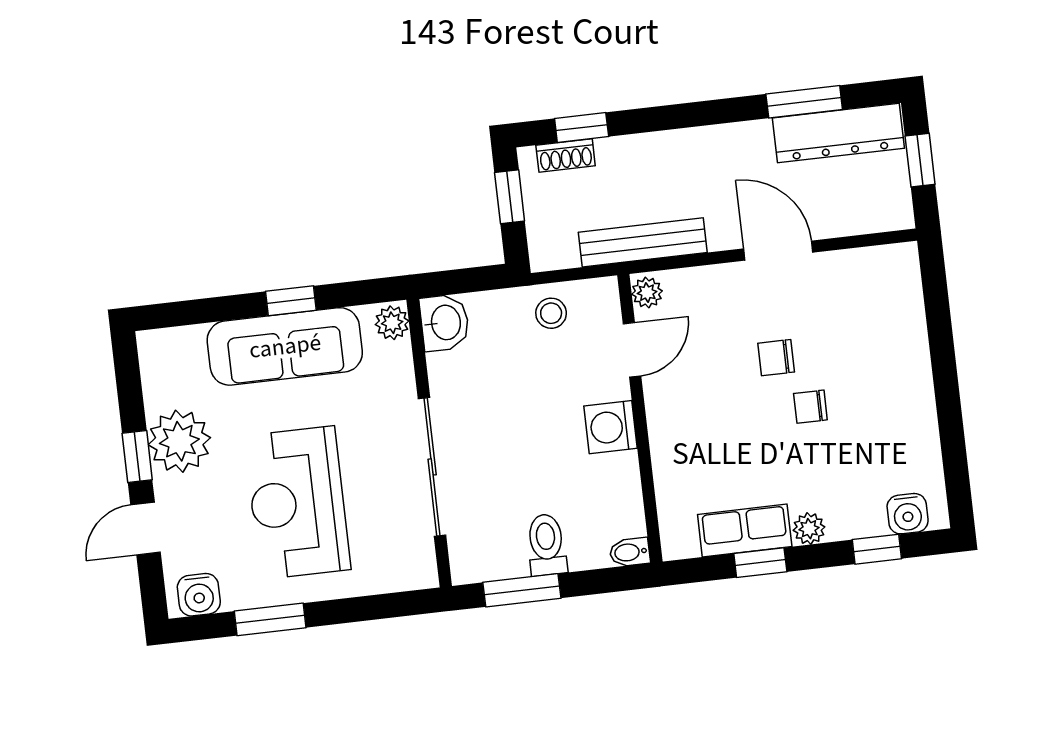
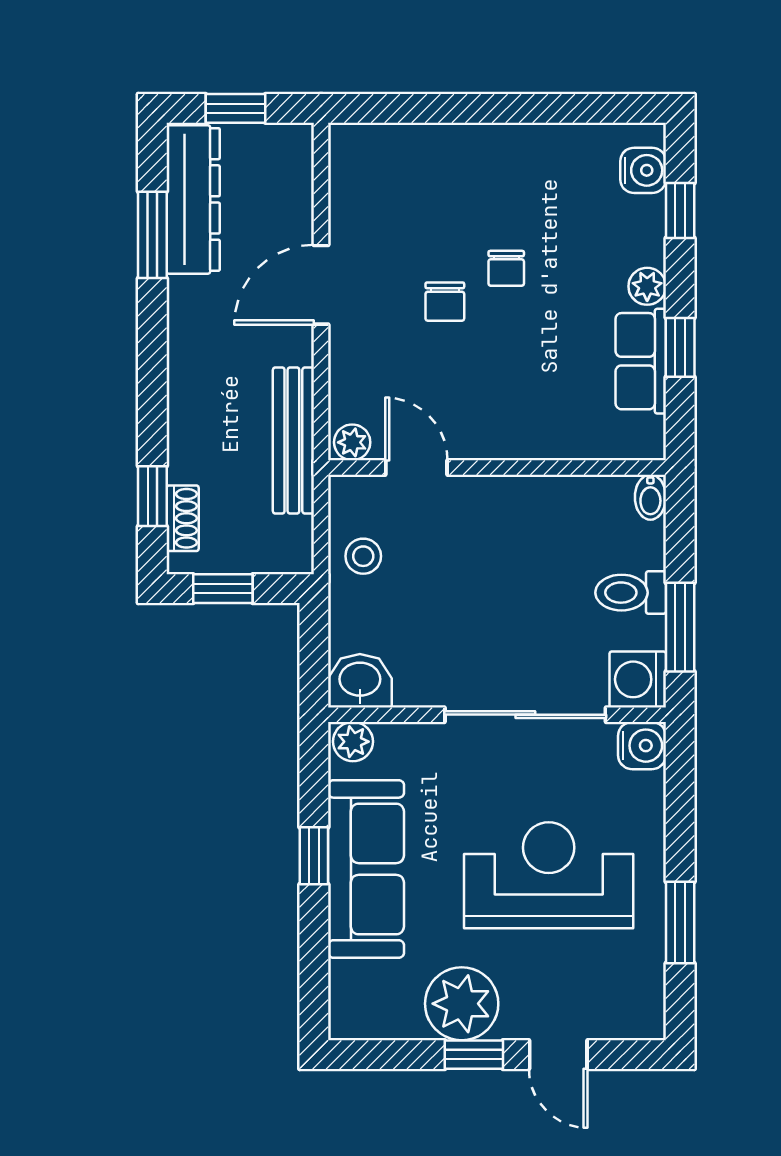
washing machine: (610, 427) -> (638, 679), moved, turned 90
reception desk: (297, 503) -> (549, 875), turned 180
water cooler: (199, 595) -> (642, 746), moved

